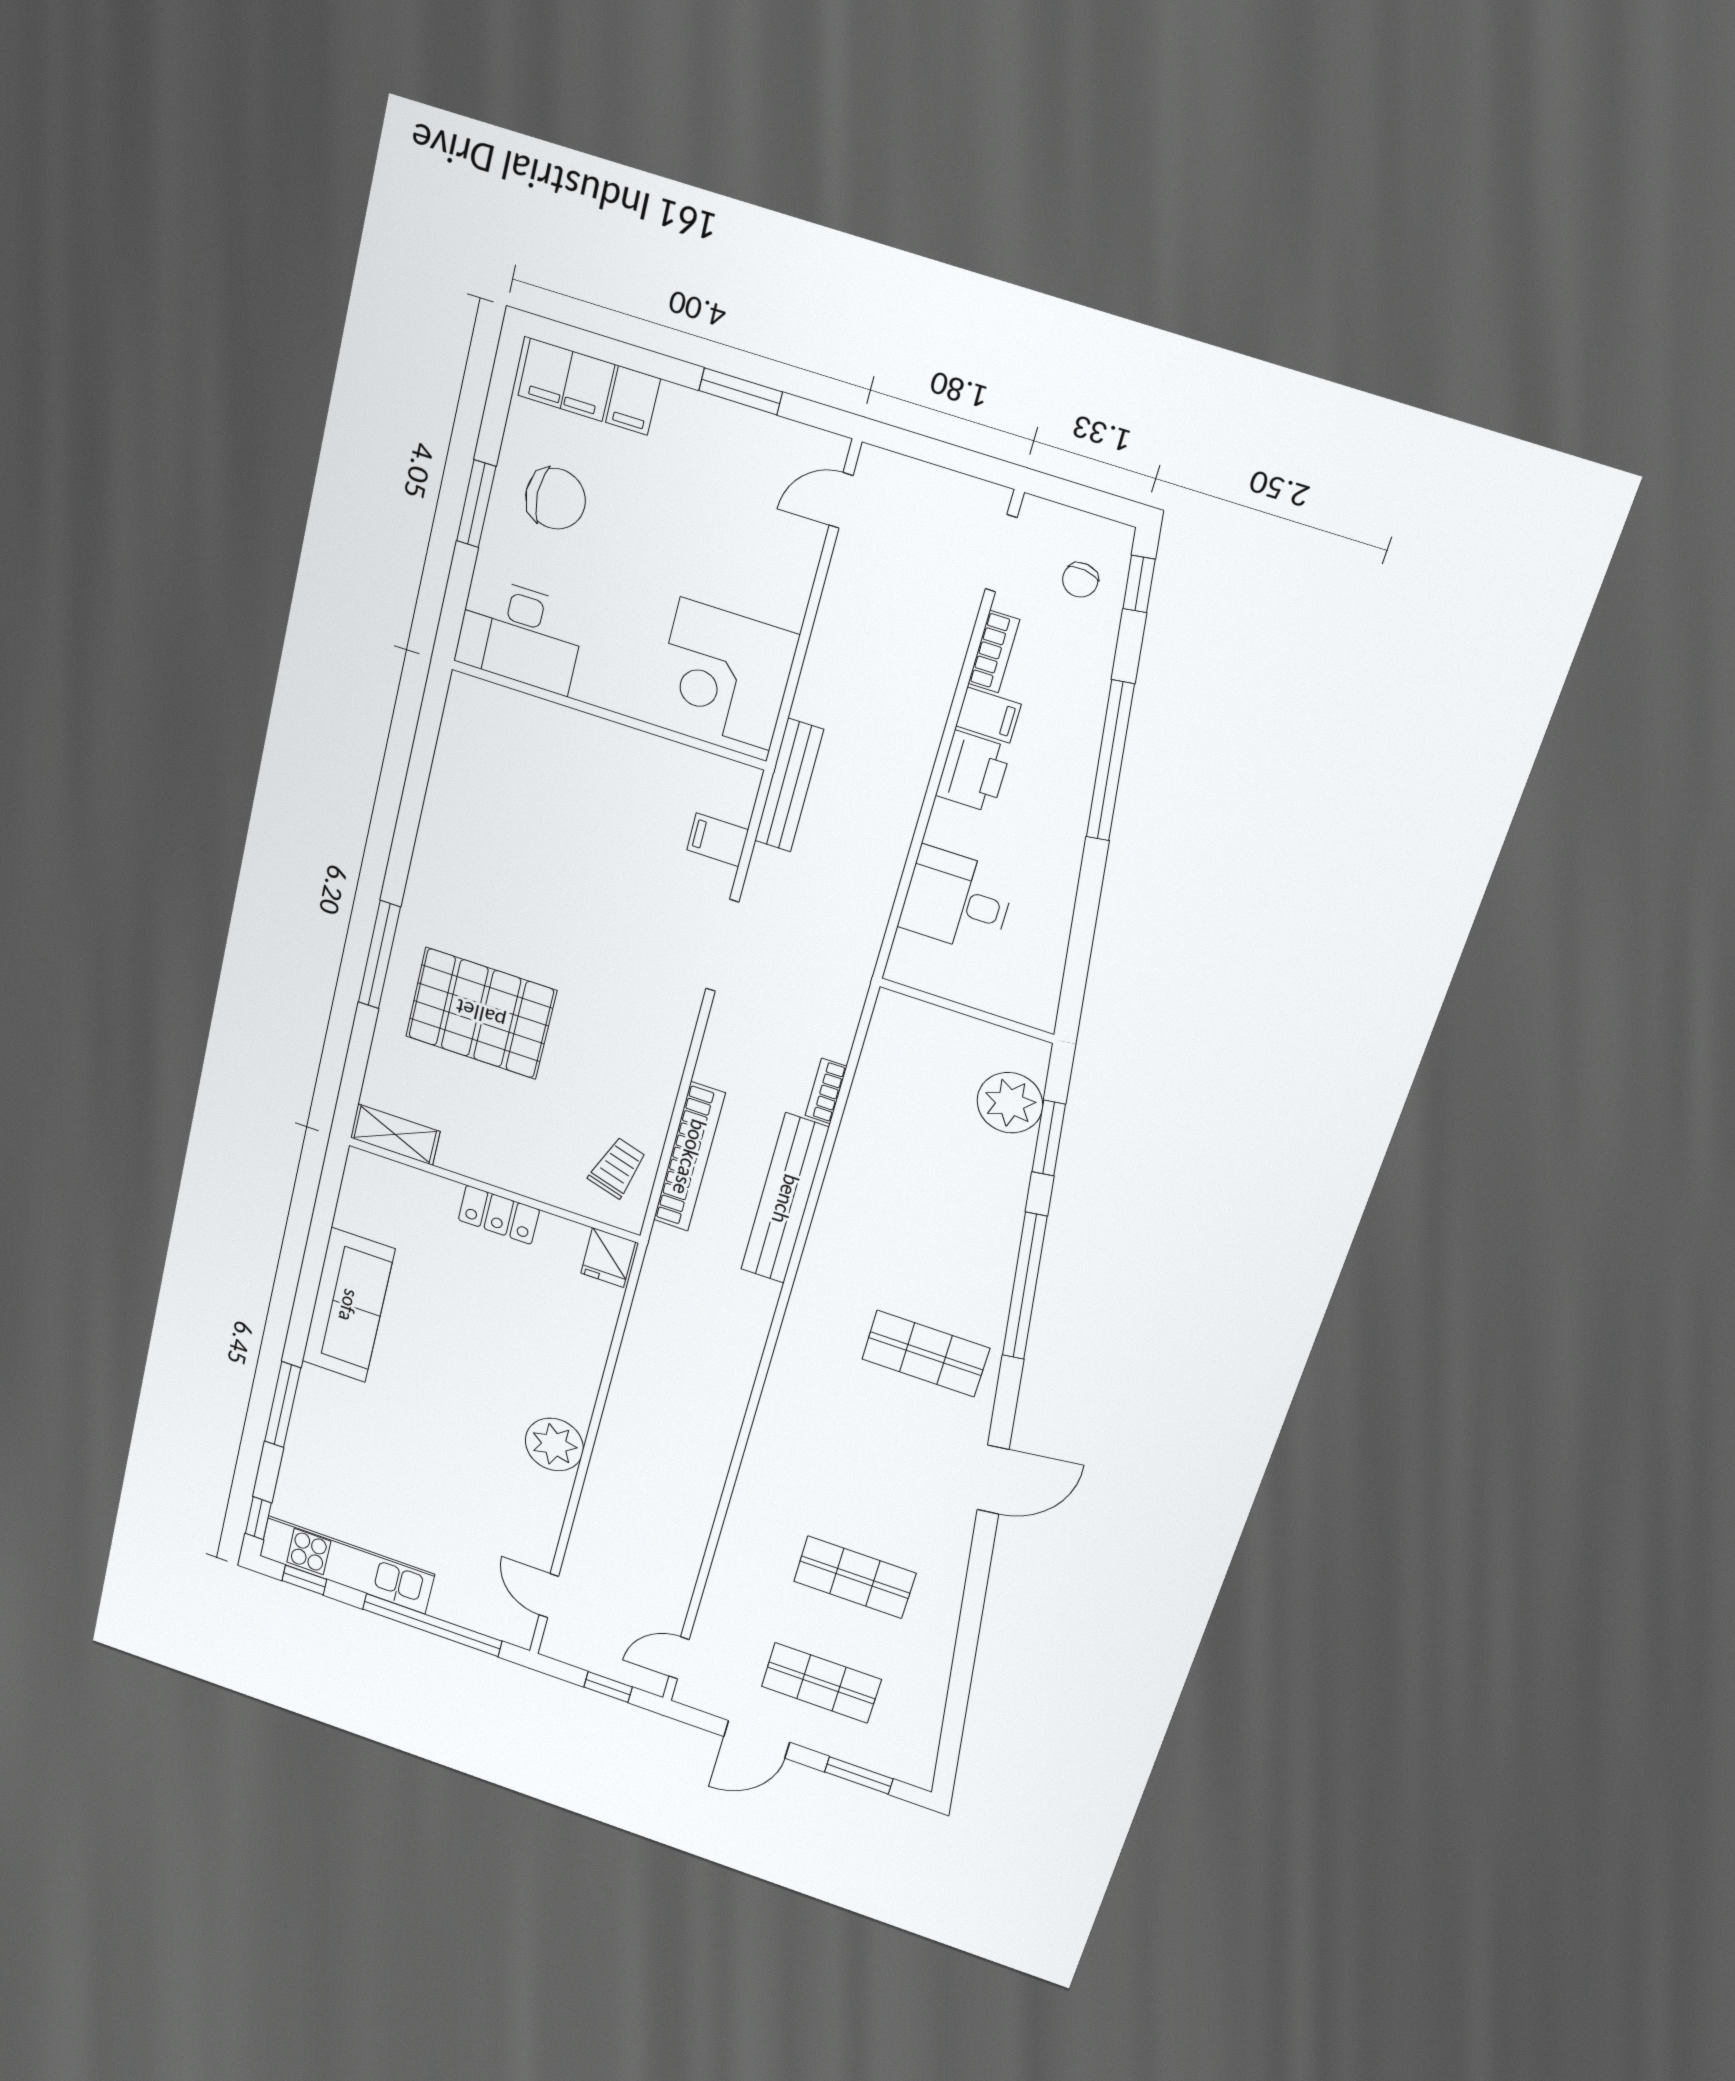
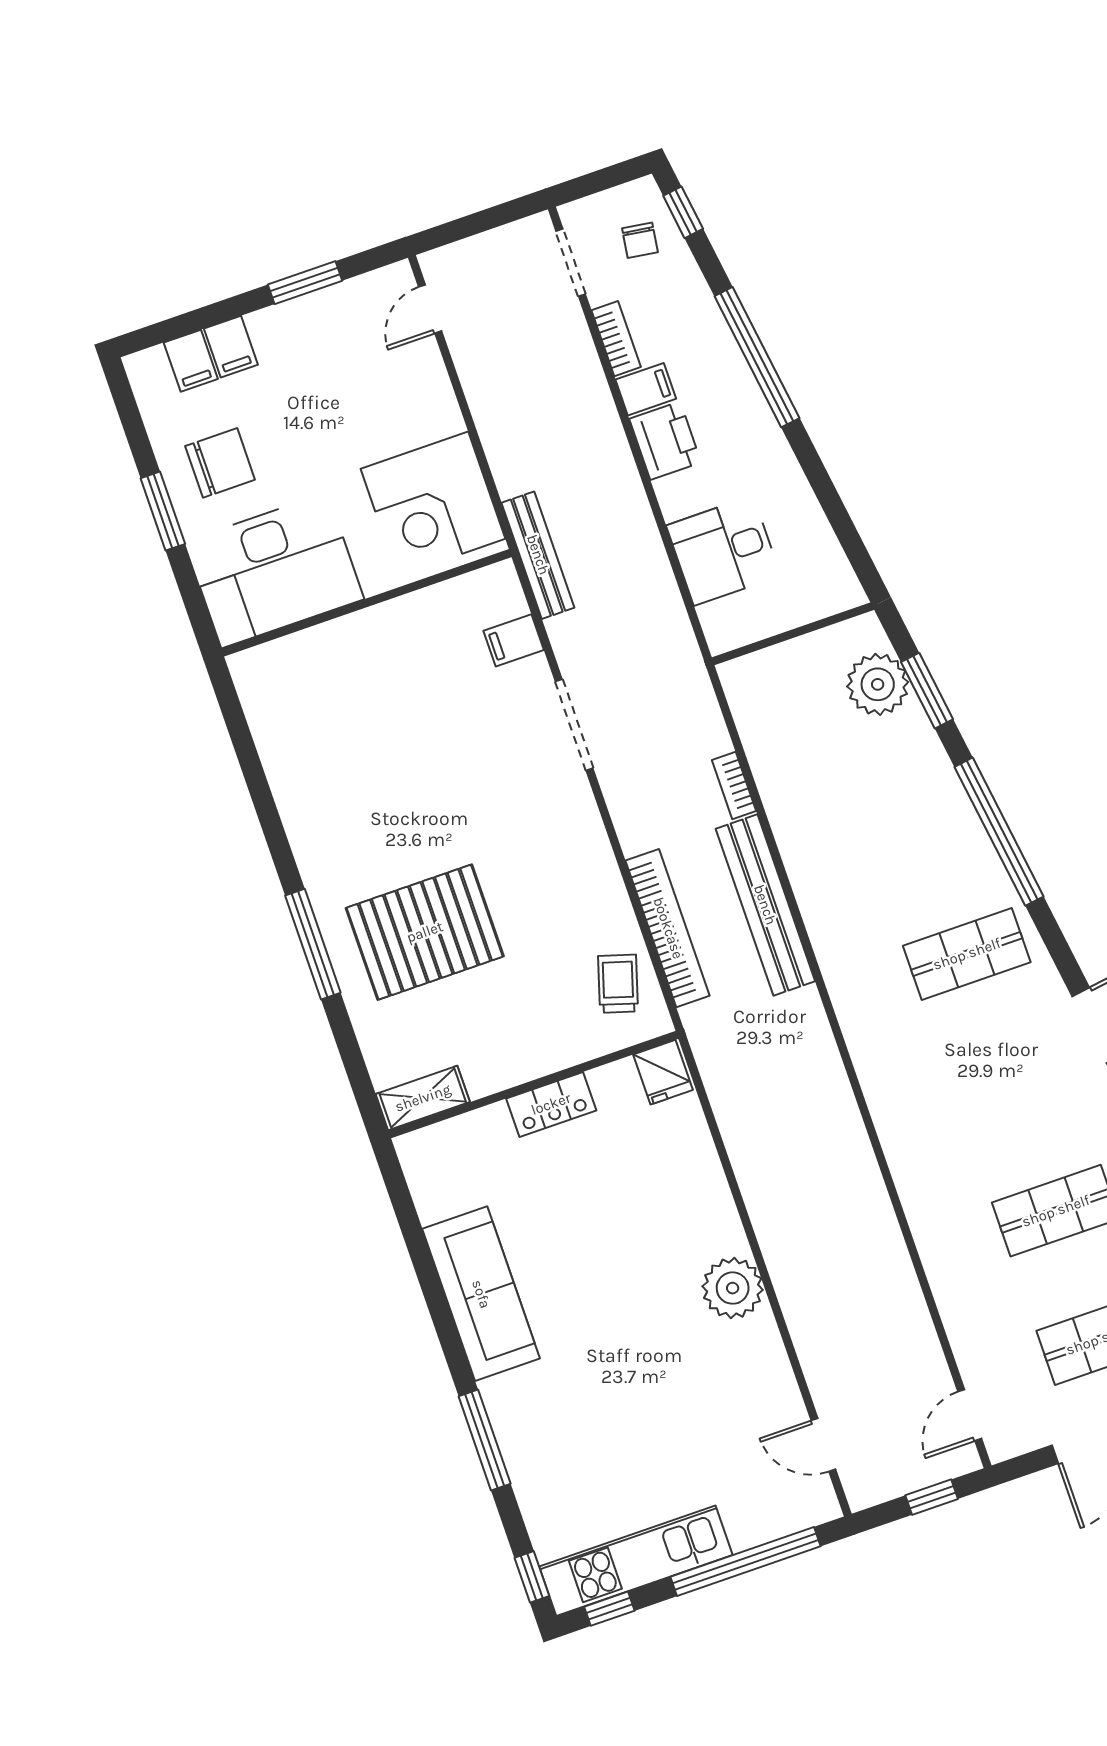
filing cabinet: (566, 380) -> (191, 361), width x0.50
desk: (520, 635) -> (274, 571), width x1.36, depth x1.30

